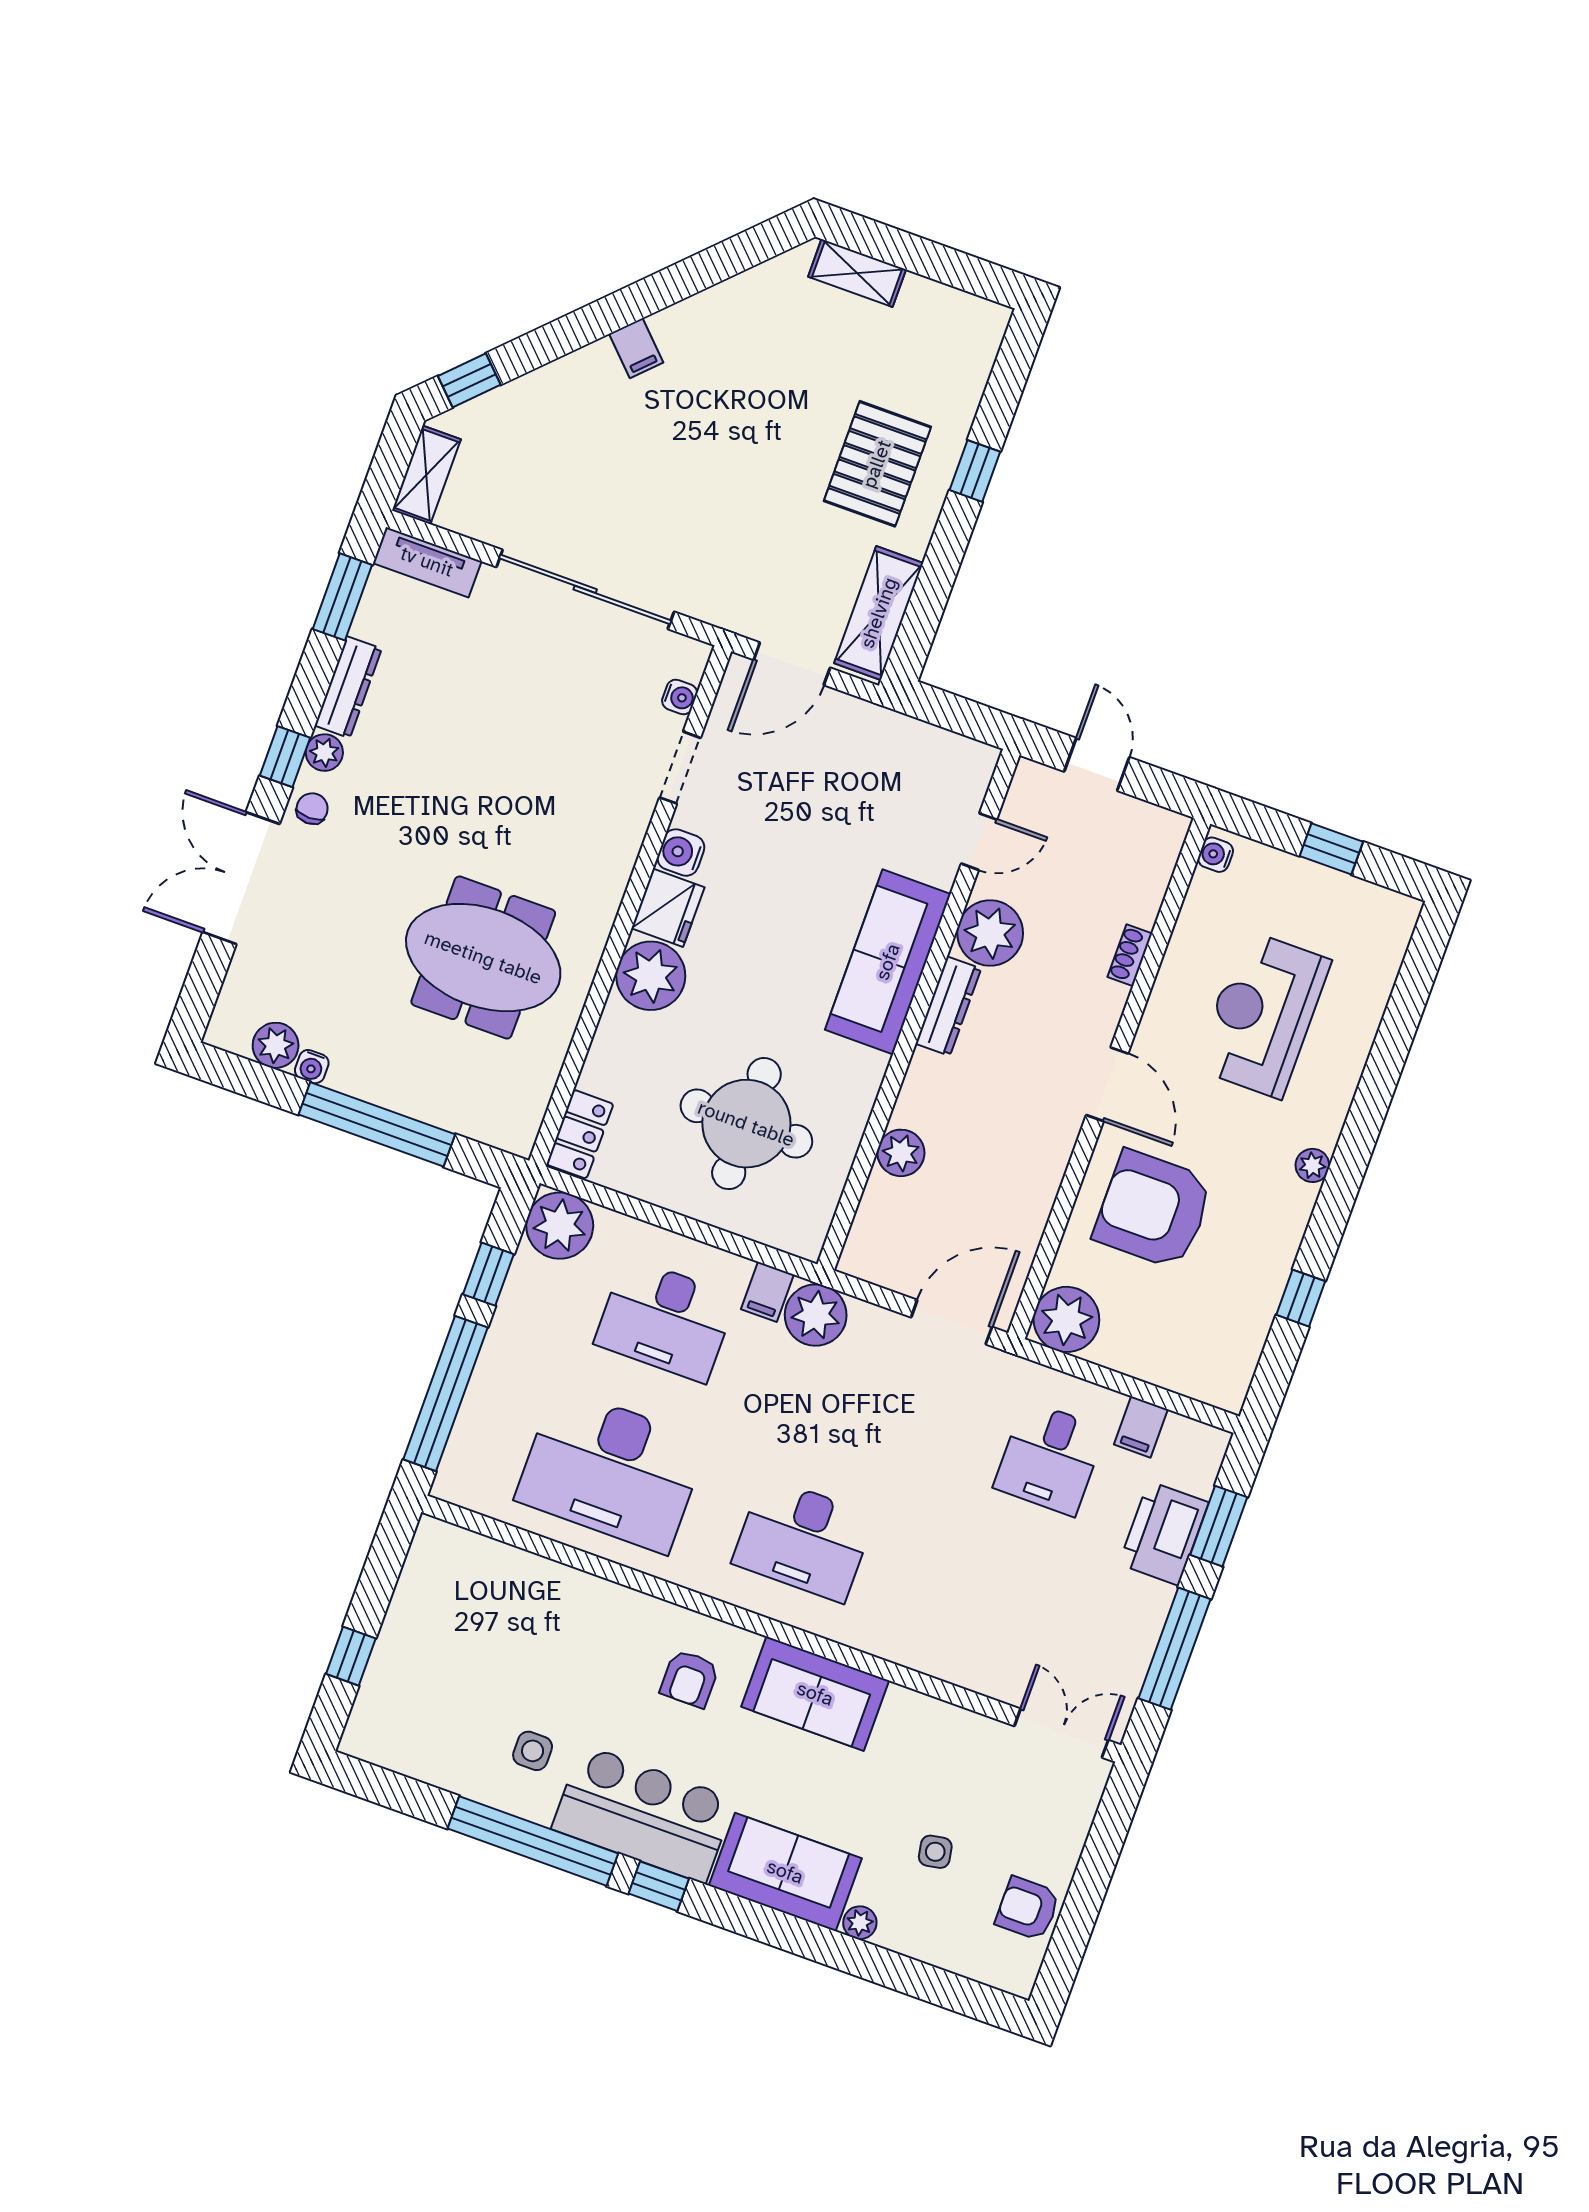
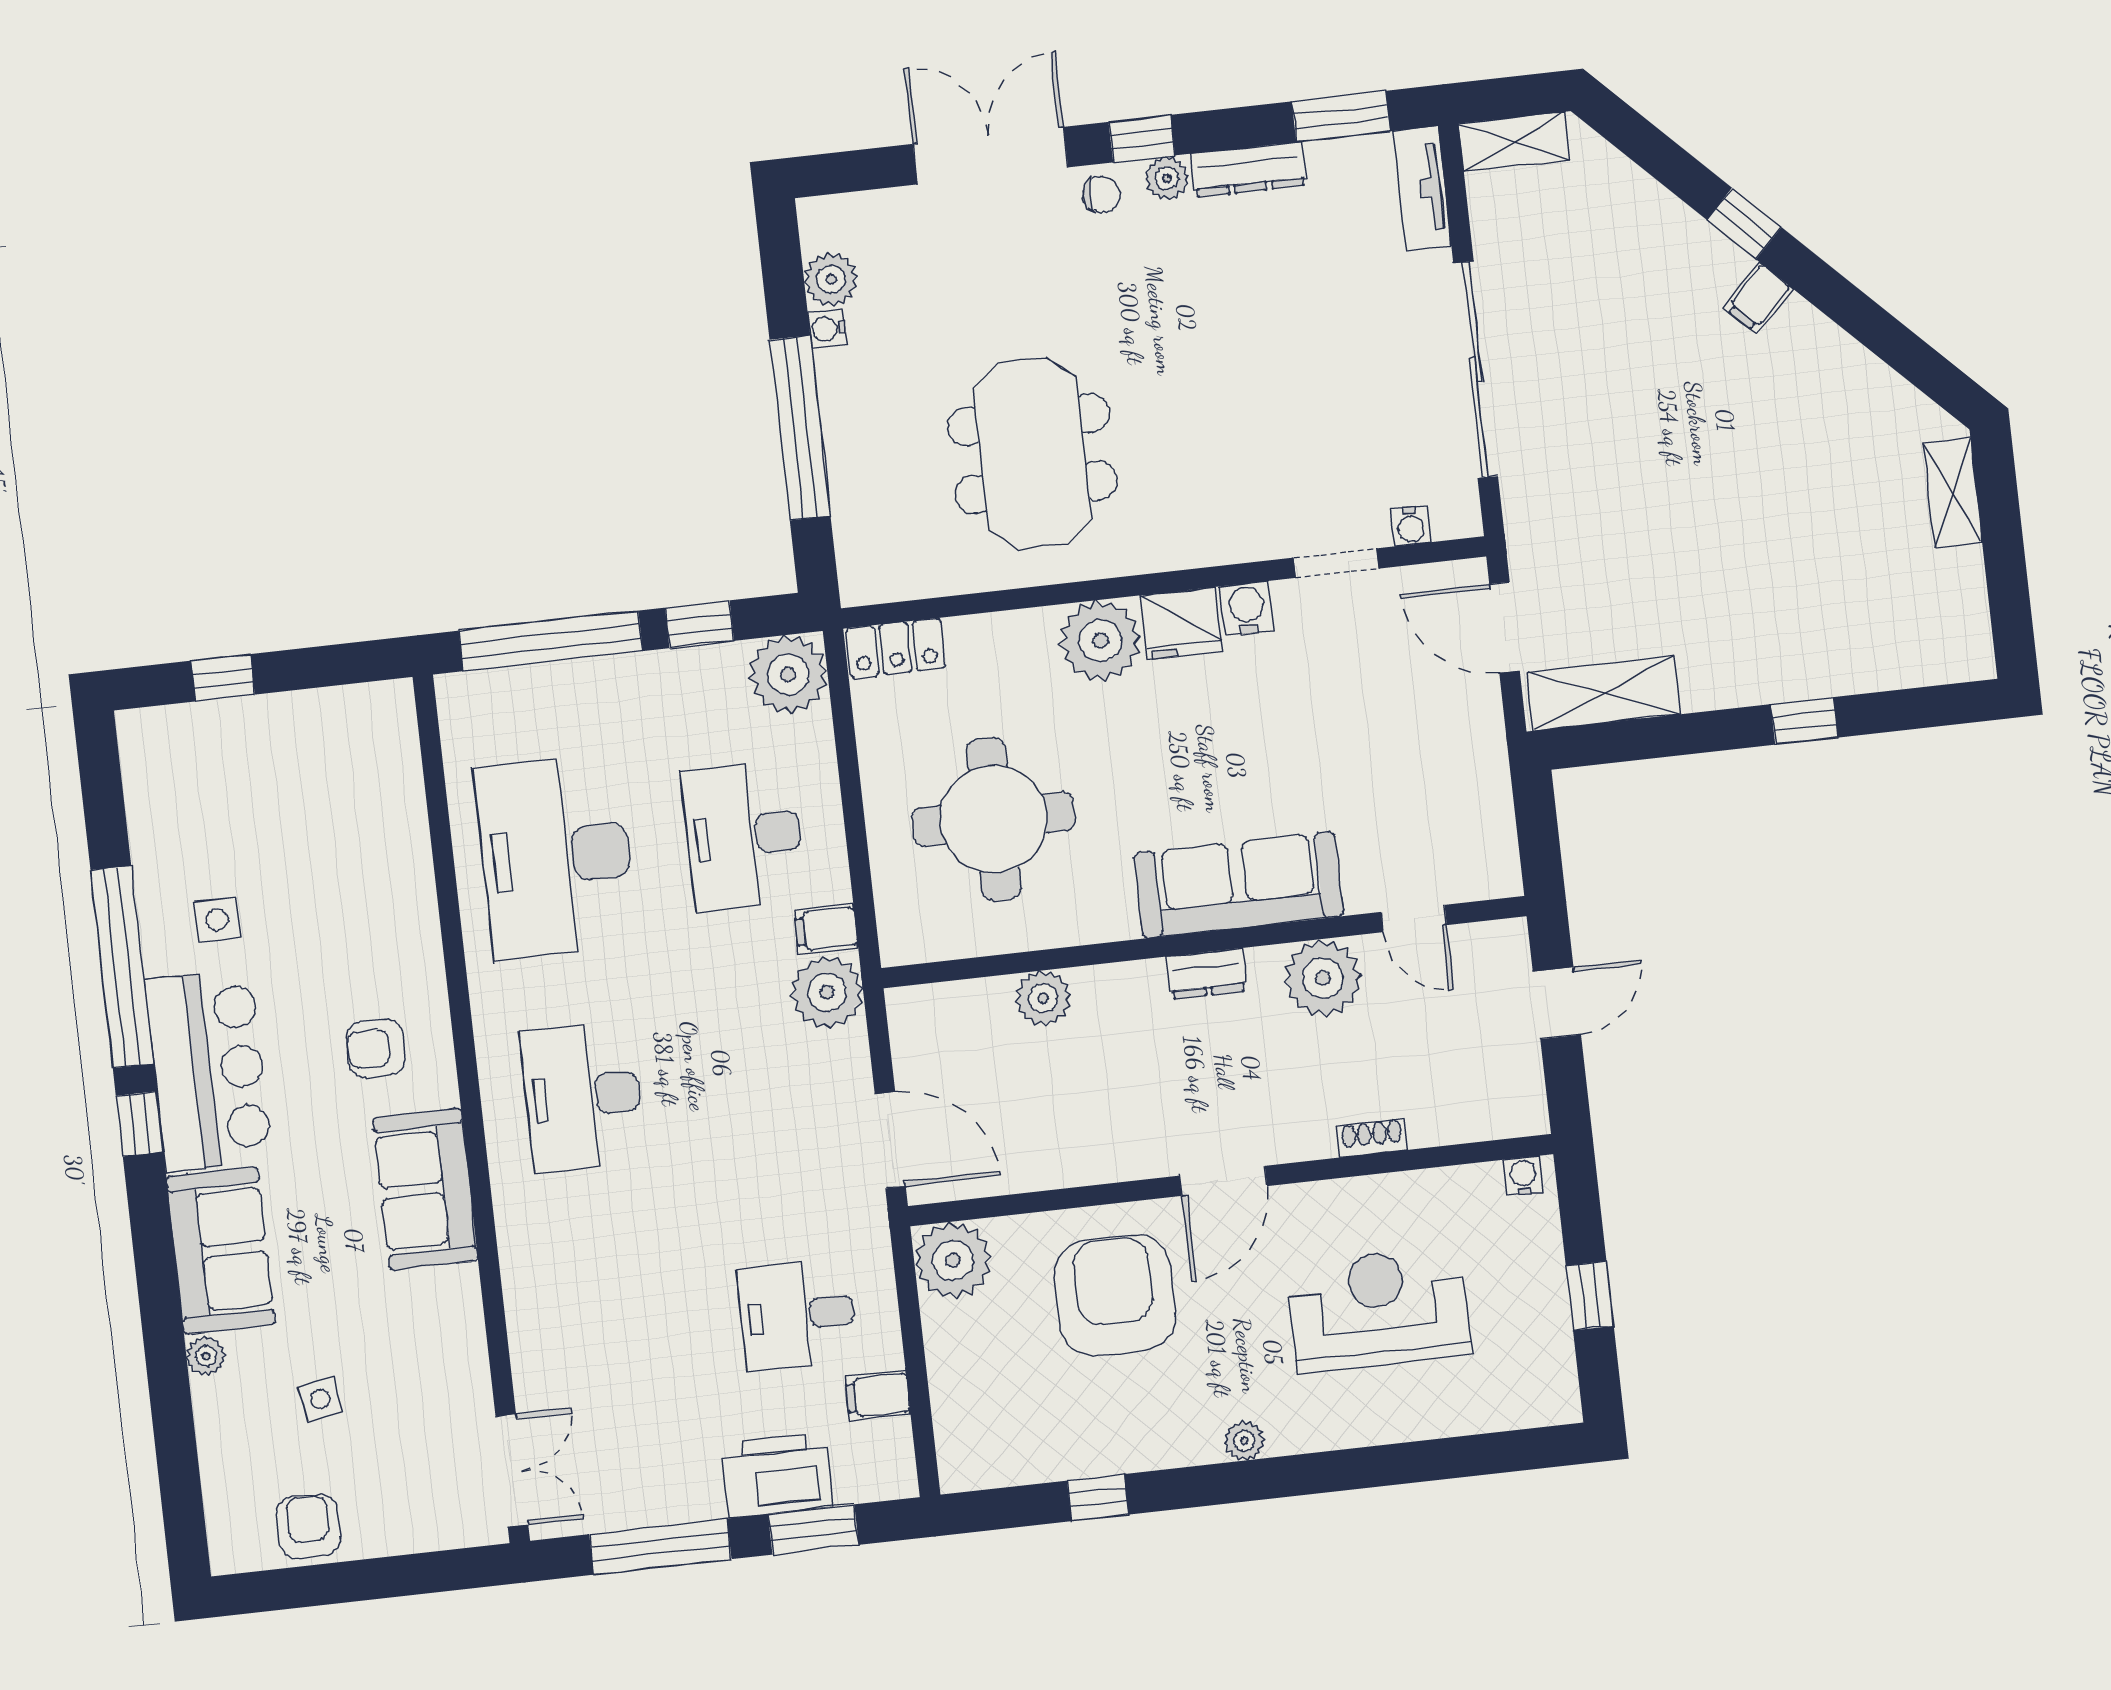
window: (469, 380) -> (1744, 223), moved
pallet: (877, 464) -> (1761, 614), removed
dresser: (948, 1006) -> (1207, 974), width x0.70

